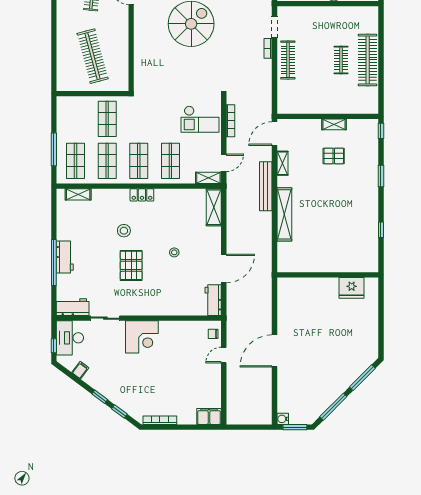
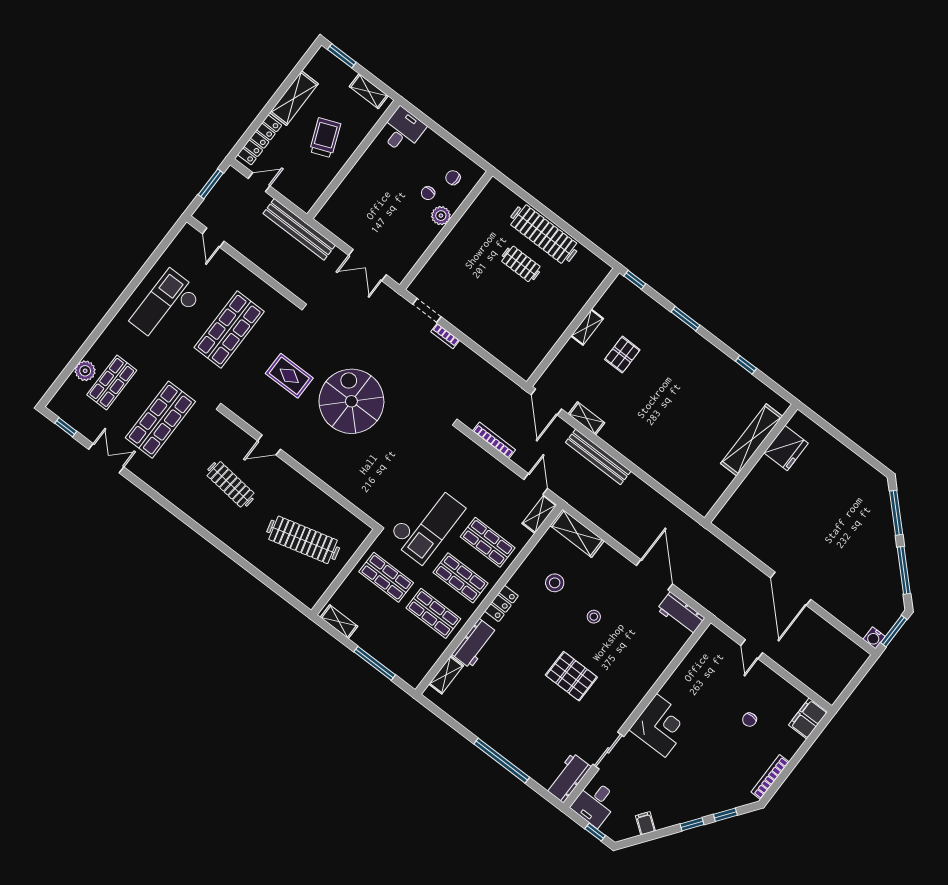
clothes rail: (288, 60) -> (475, 324), removed
shelving: (62, 111) -> (339, 622), added
checkout: (200, 119) -> (426, 523), moved, width x1.36, depth x1.21
shop shelf: (76, 161) -> (406, 649), removed
shelving: (284, 214) -> (752, 440), moved, turned 90
stool: (124, 231) -> (555, 583), moved
workbench: (65, 257) -> (475, 643), moved, turned 90
chair: (213, 334) -> (749, 720), moved
desk: (70, 338) -> (595, 803), width x0.73

